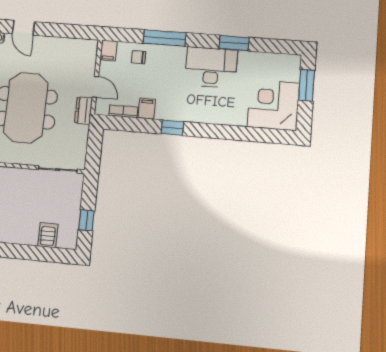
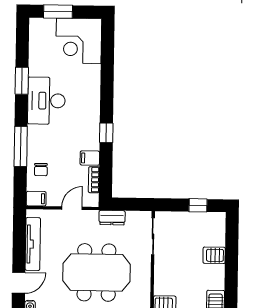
tv unit: (62, 44) -> (33, 244), added
dresser: (83, 111) -> (112, 218), moved
server rack: (48, 235) -> (214, 255), moved

